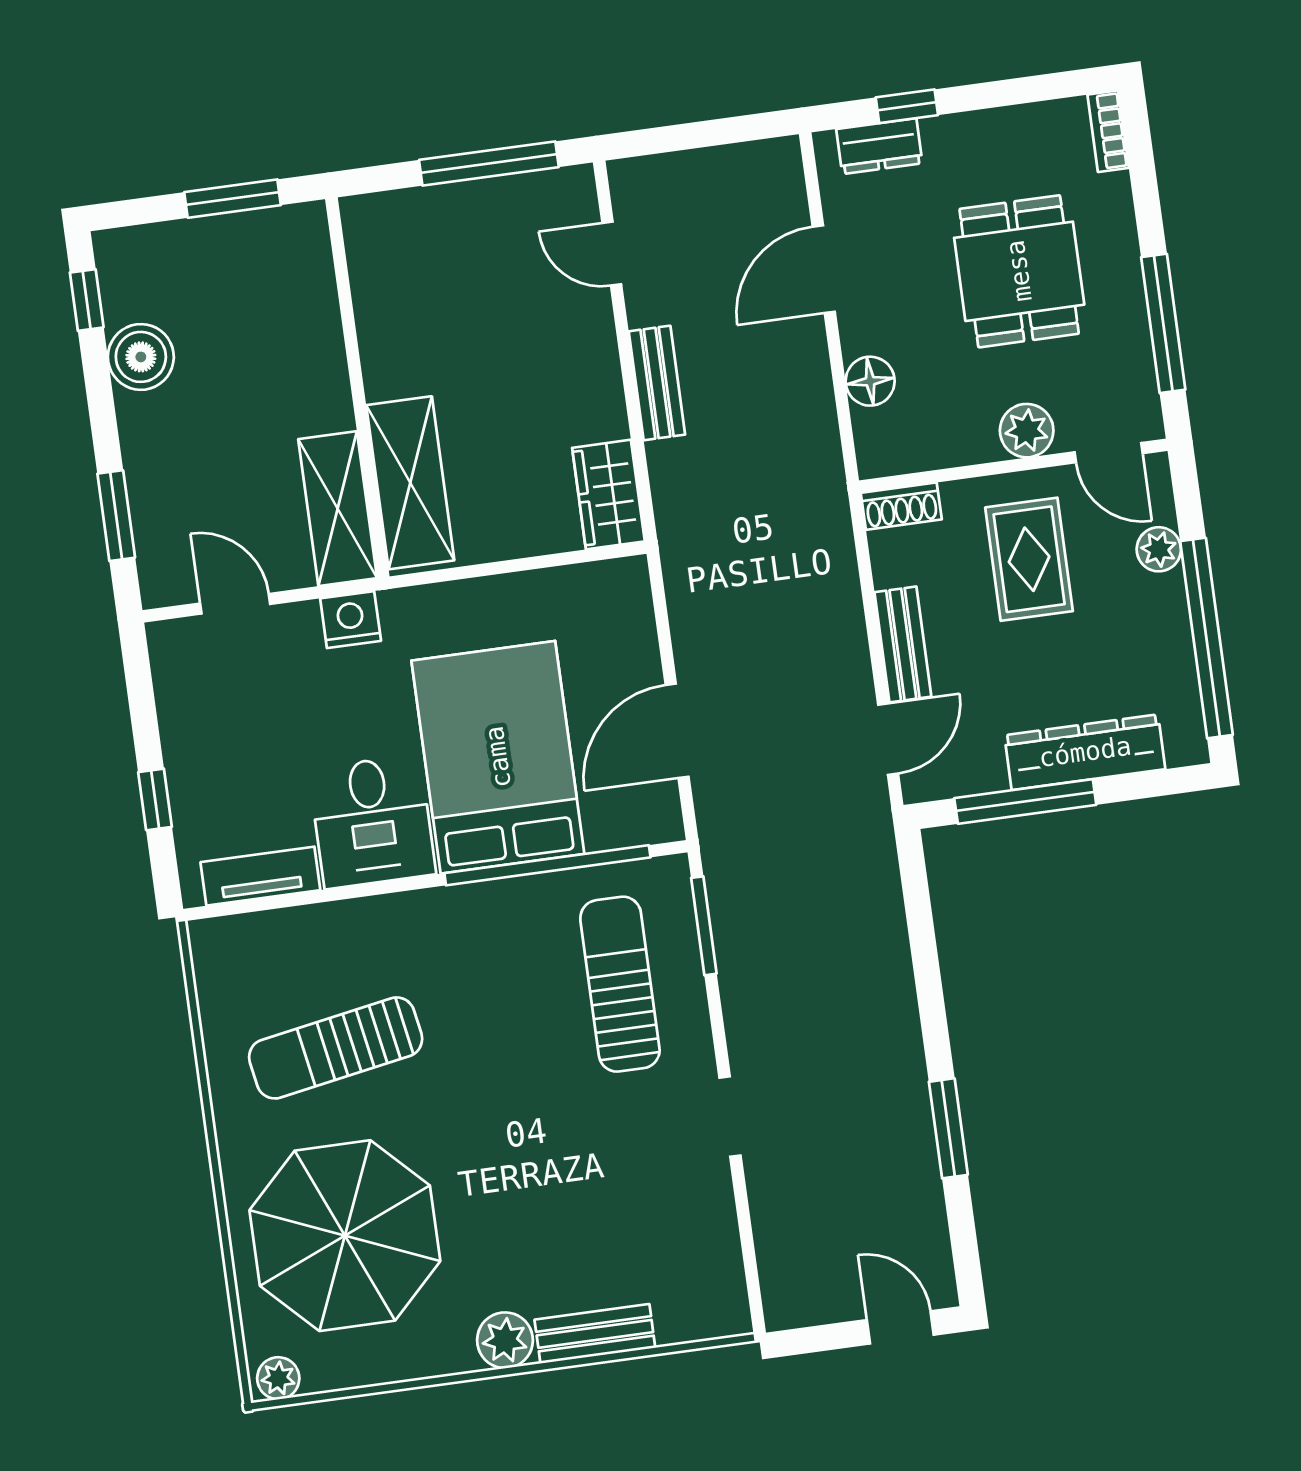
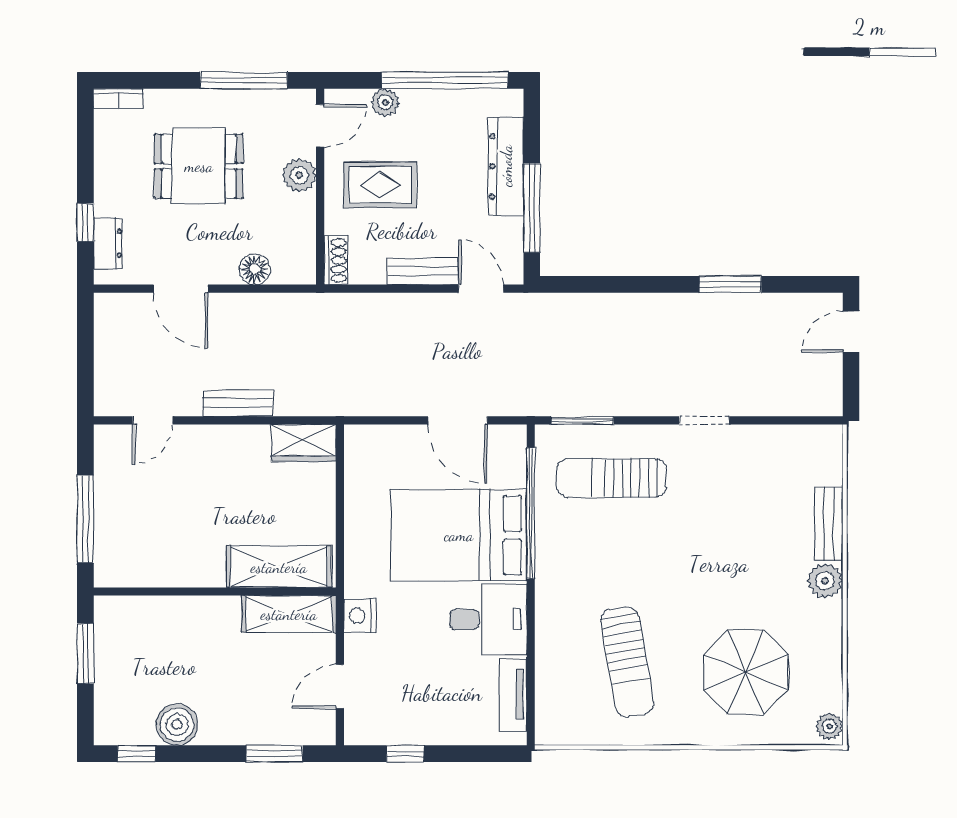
window: (489, 163) -> (85, 519), moved
window: (155, 799) -> (405, 754), moved
parasol: (345, 1236) -> (746, 672), width x0.73, depth x0.73

